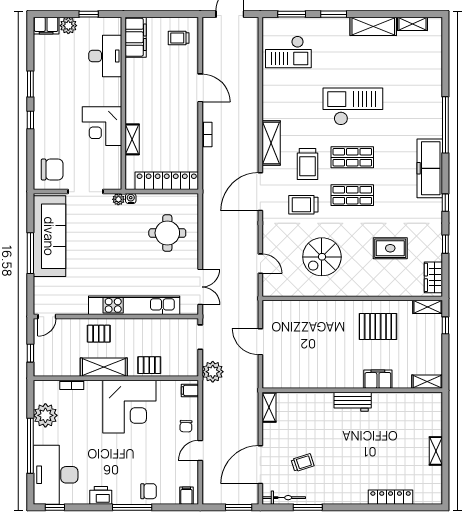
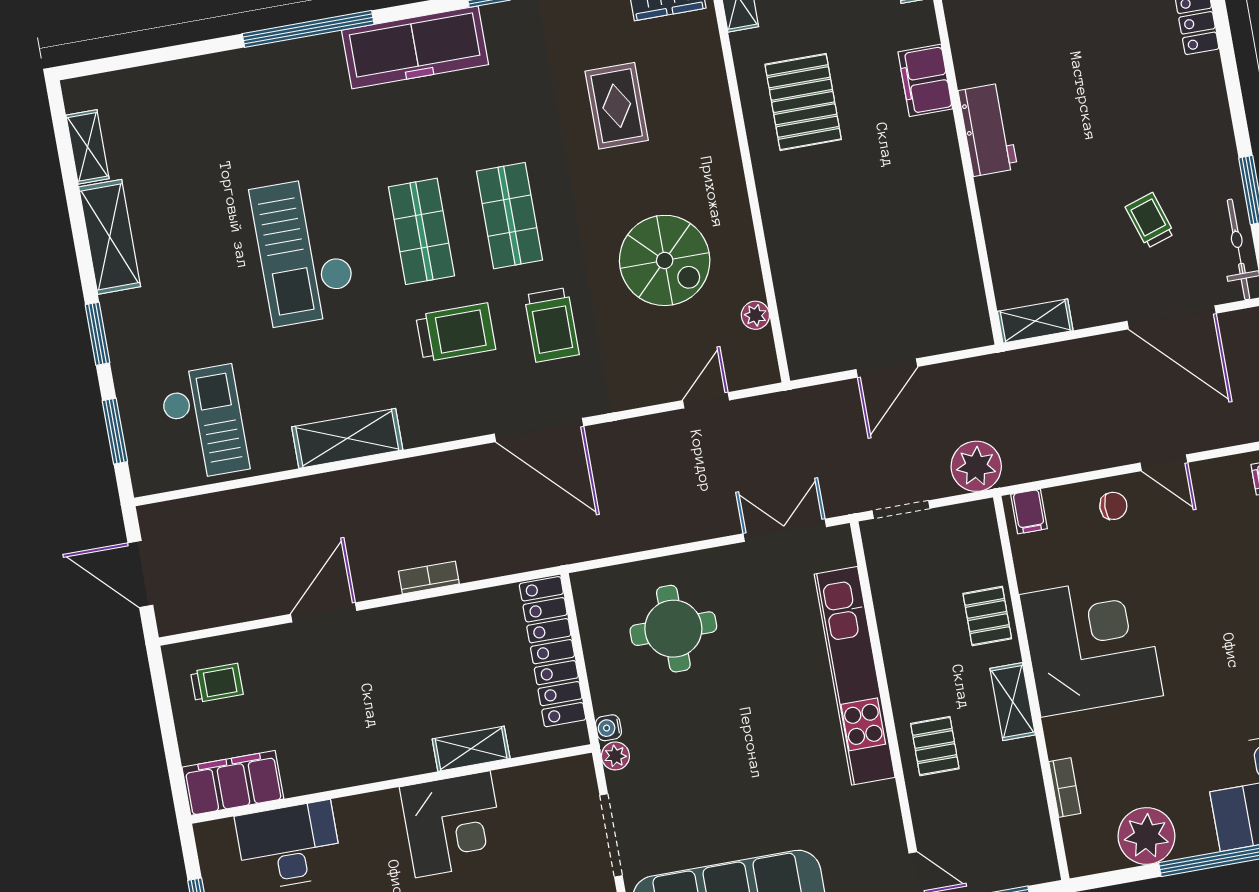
trolley: (179, 38) -> (217, 683), turned -90
shelving: (271, 143) -> (347, 438), moved
plant: (292, 291) -> (755, 315), added
shelving: (104, 367) -> (1013, 702), width x0.67, depth x0.75

